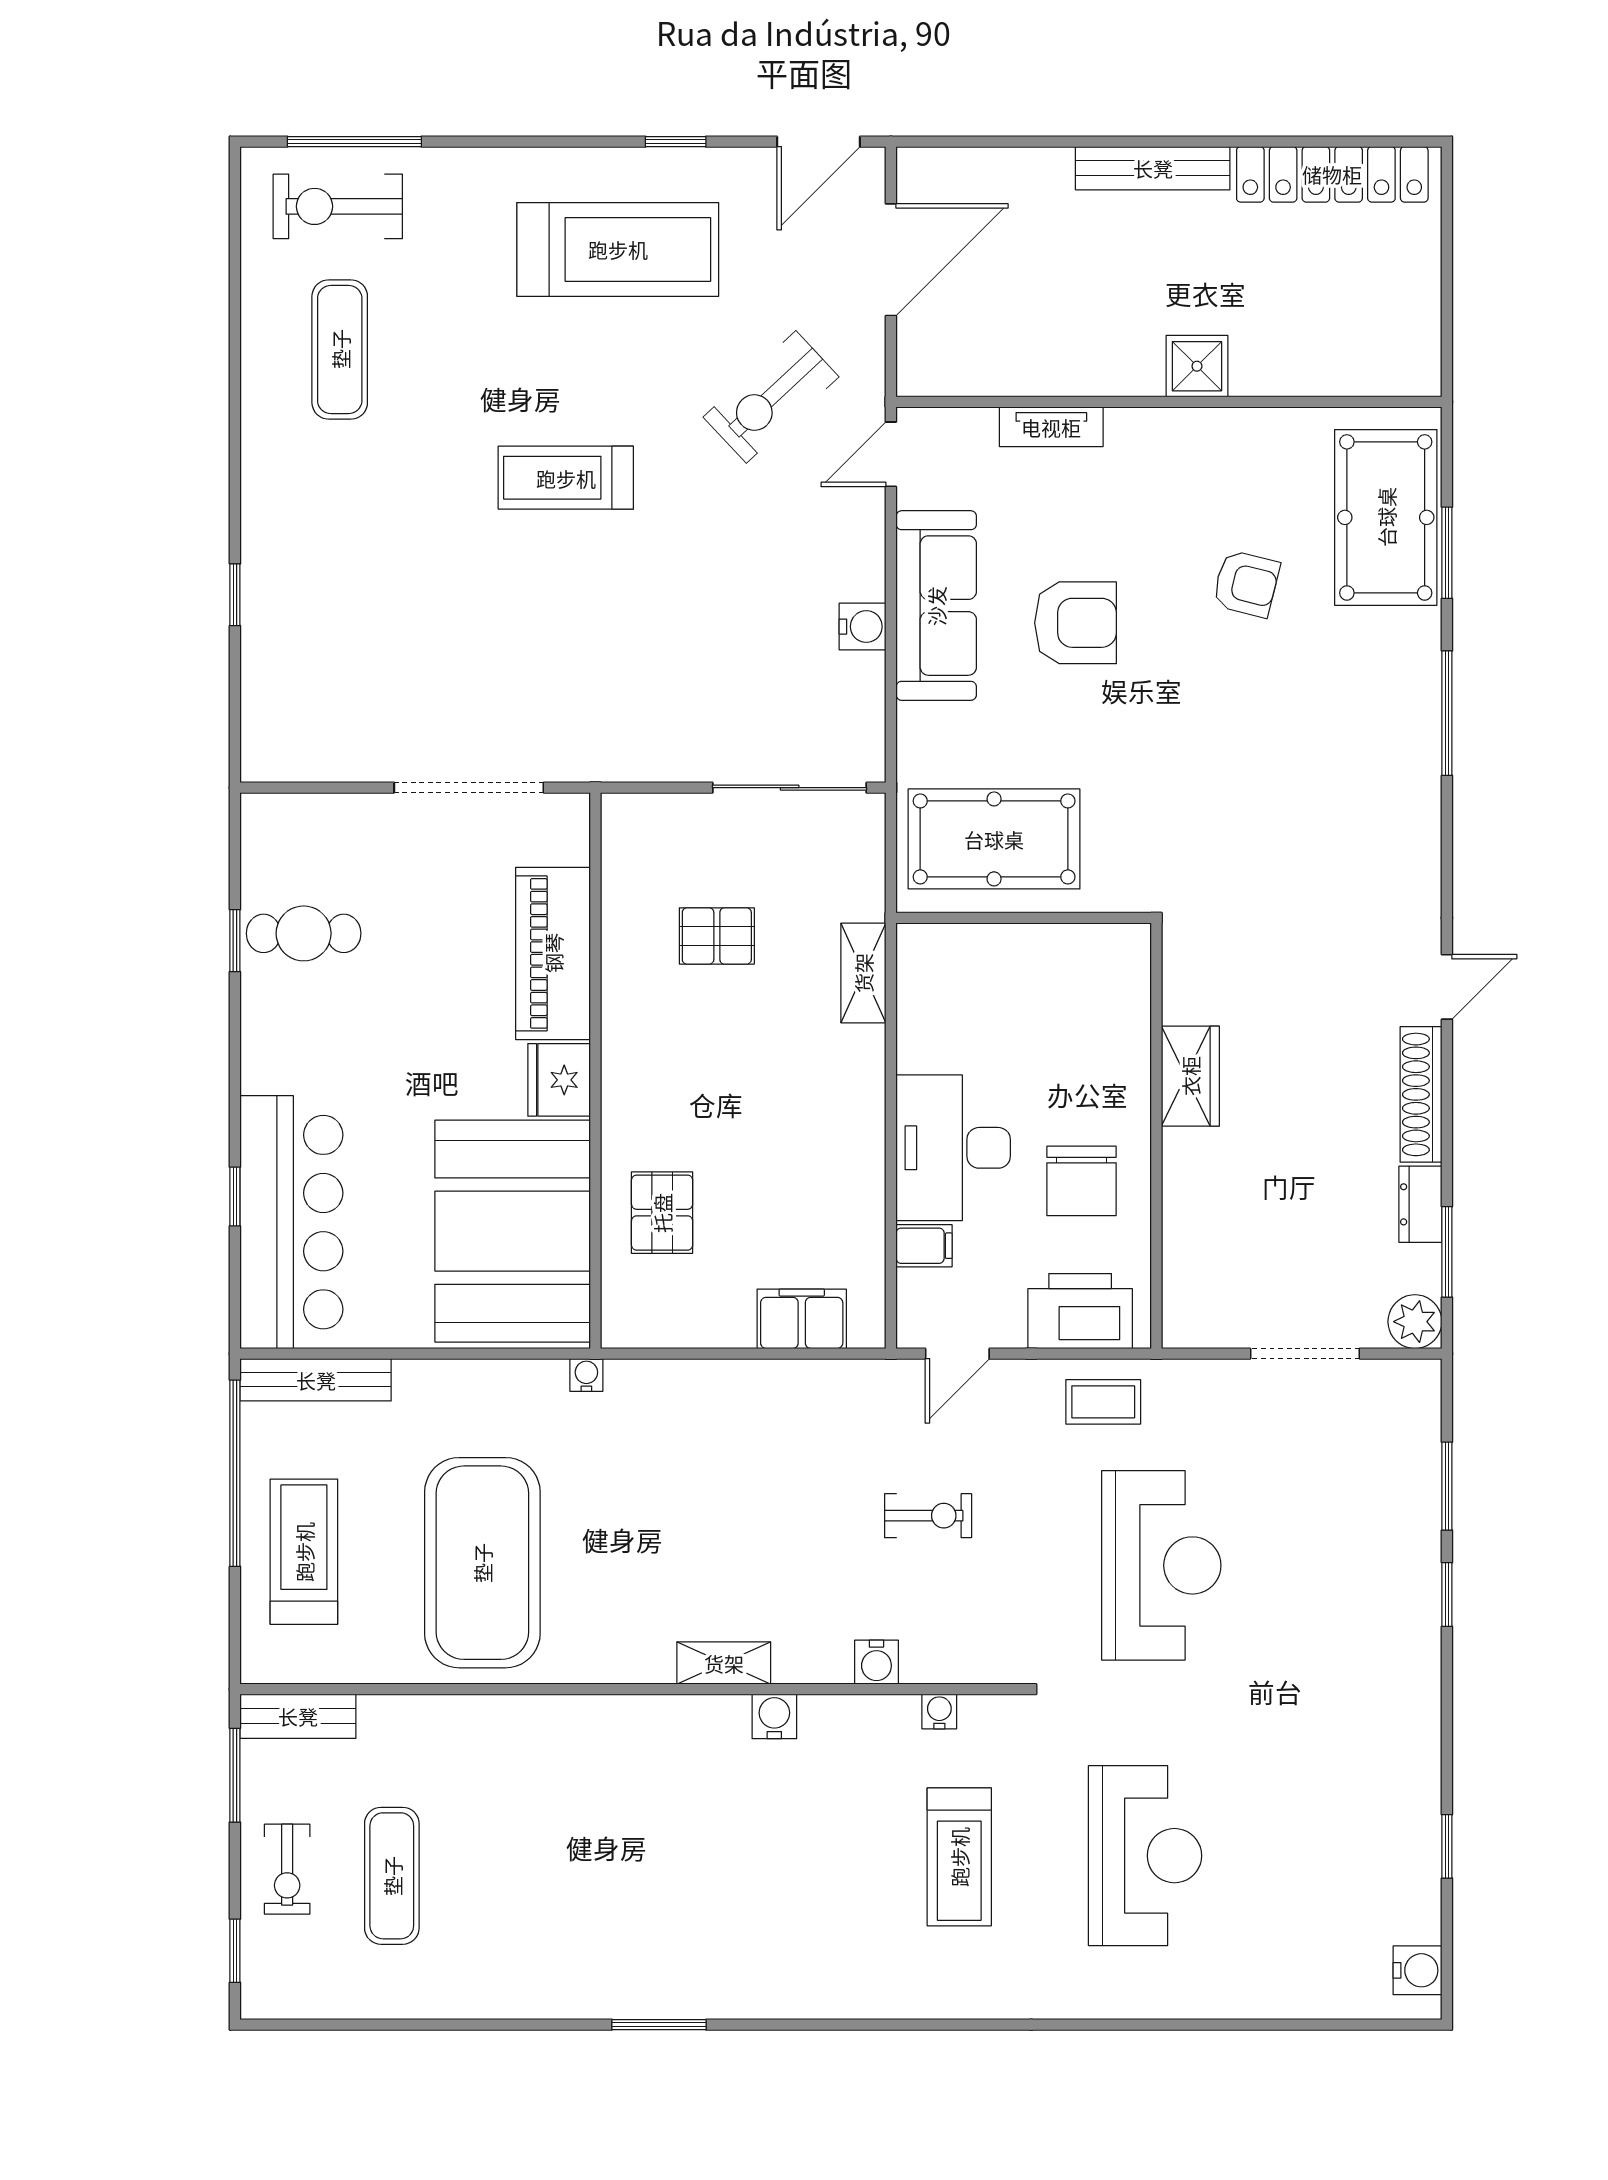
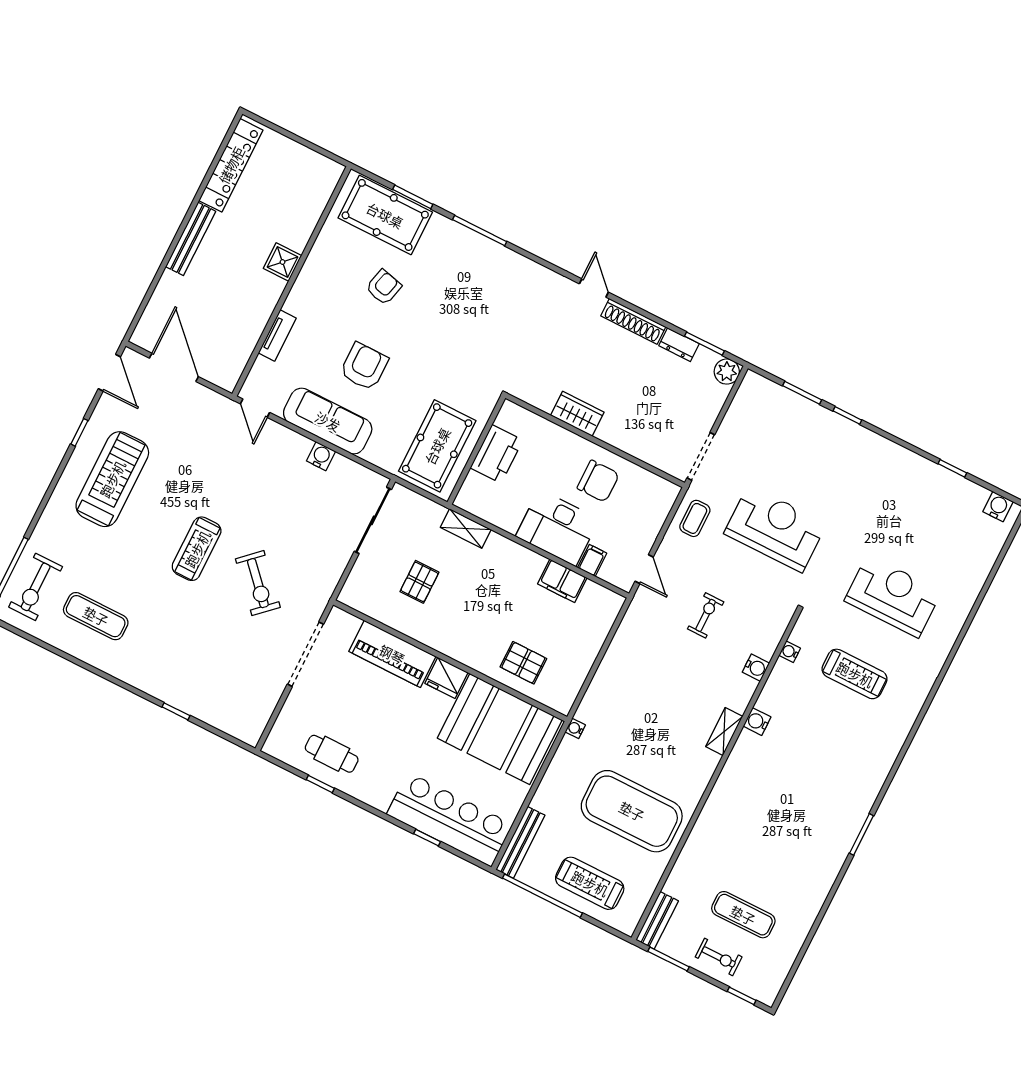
exercise bike: (771, 397) -> (258, 583), moved
cafe table: (304, 933) -> (332, 754), turned 90
printer: (1080, 1311) -> (496, 454), moved, turned 180
filing cabinet: (802, 1319) -> (562, 581), moved, turned -90
doorway: (1305, 1354) -> (701, 456), moved

